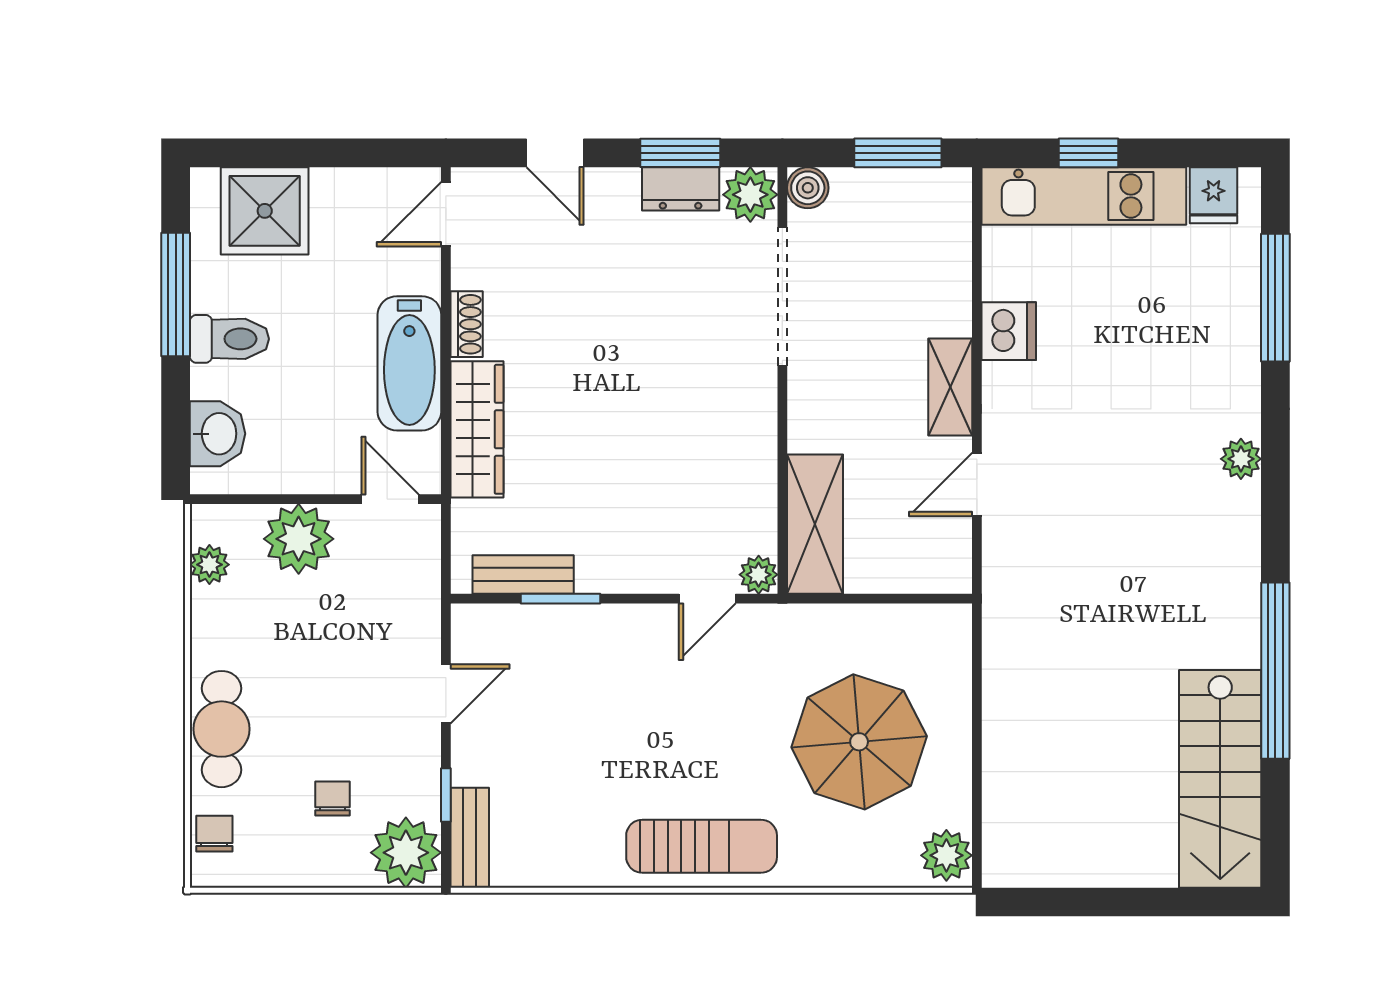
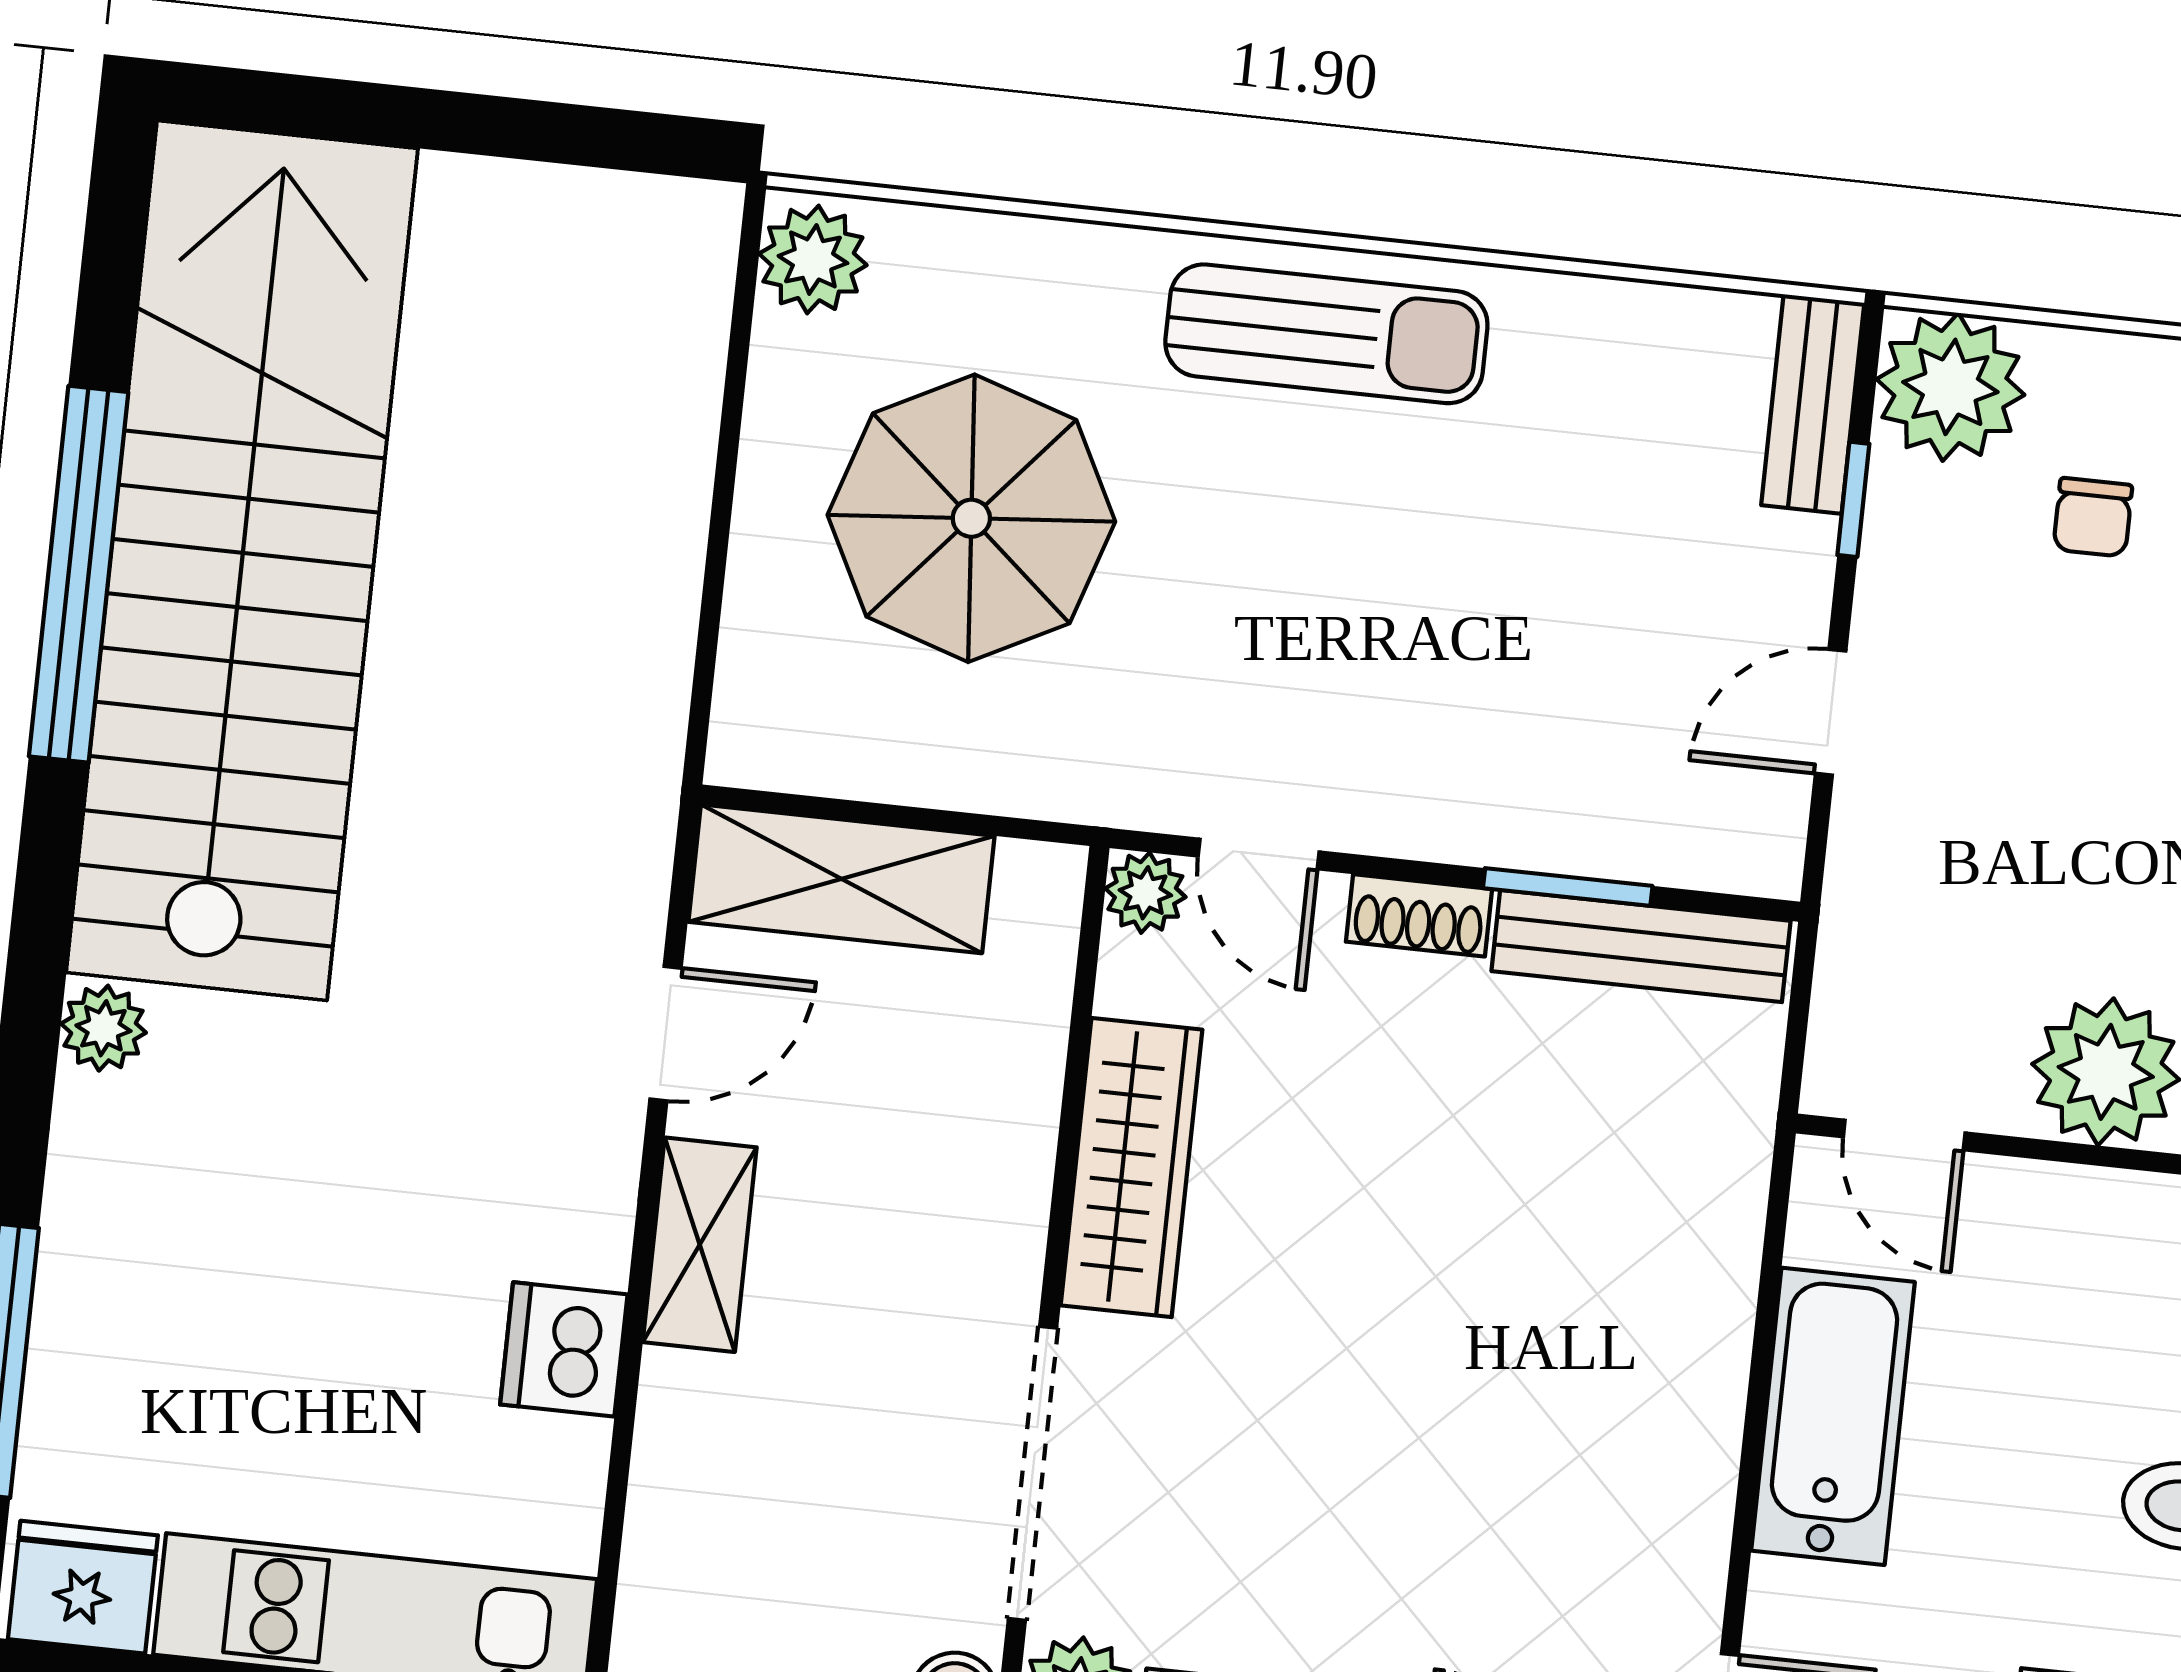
fridge: (1214, 195) -> (83, 1587), width x1.38
shoe rack: (467, 324) -> (1419, 915), moved, turned -90
wardrobe: (477, 429) -> (1131, 1168), moved, turned 180
shelving: (815, 524) -> (841, 879), moved, turned 90
bench: (523, 575) -> (1641, 946), width x1.36
door: (707, 599) -> (1259, 854), swing flipped
stairs: (1220, 779) -> (242, 561), width x1.86, depth x1.51
sun lounger: (702, 846) -> (1326, 334), turned 180

